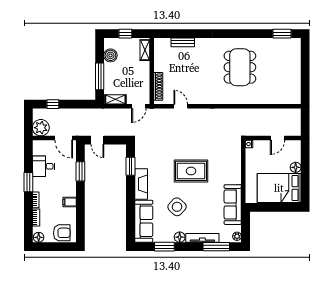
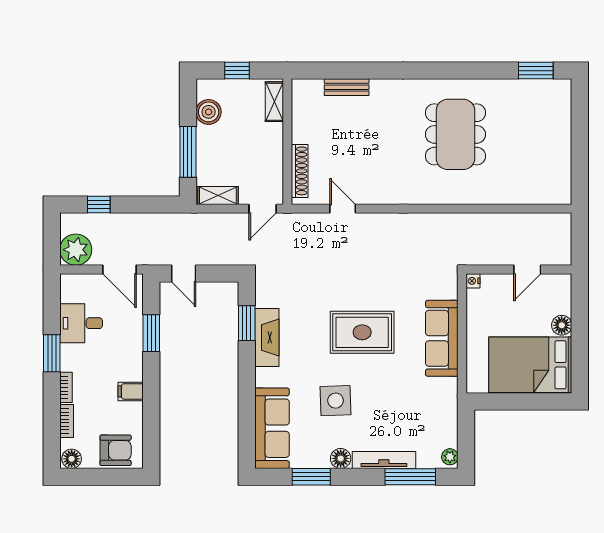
fireplace: (141, 184) -> (267, 337), moved
sofa: (233, 205) -> (442, 338), moved
side table: (177, 207) -> (335, 401), turned 45

